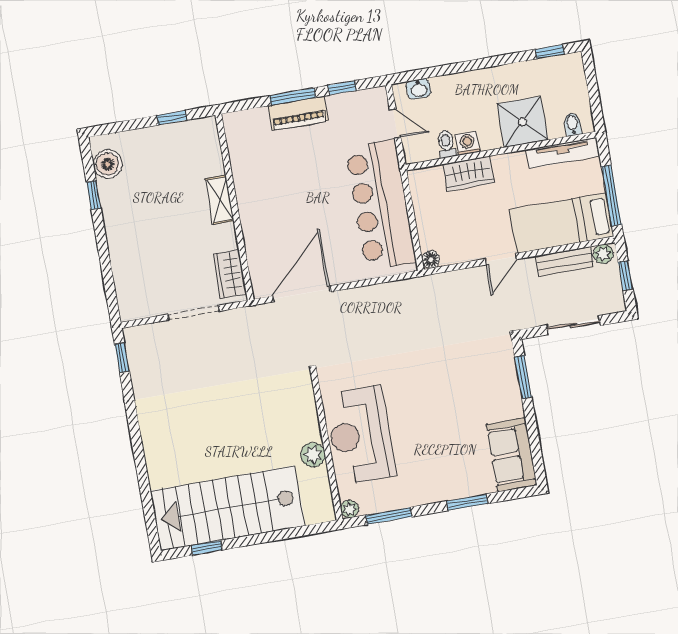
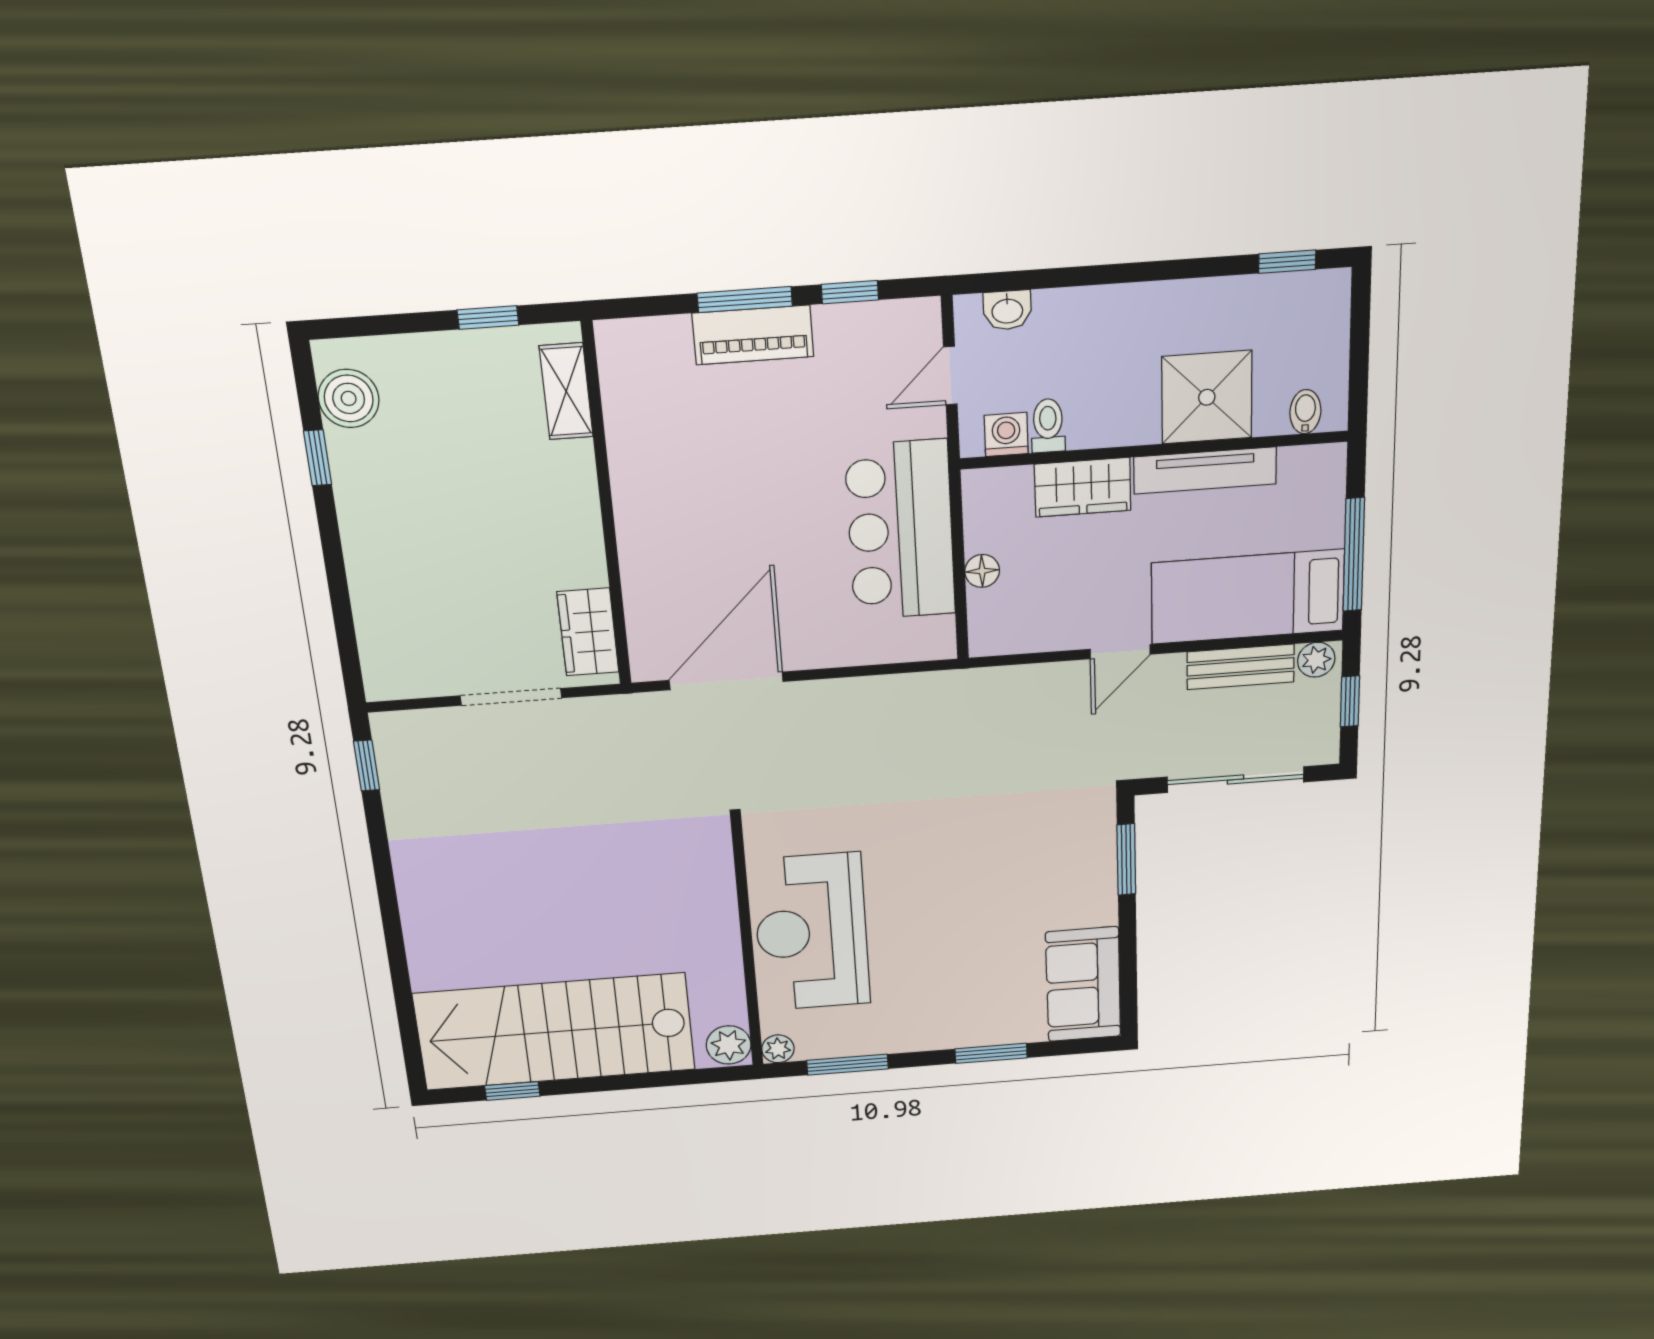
door: (395, 124) -> (950, 376), swing flipped
washing machine: (467, 143) -> (1006, 434), moved
tv unit: (563, 153) -> (1205, 470), moved
shelving: (220, 200) -> (566, 391), moved
bar counter: (381, 205) -> (900, 530), width x0.73
floor lamp: (431, 260) -> (982, 571), moved
sliding door: (573, 325) -> (1236, 780), width x1.37
plant: (313, 455) -> (729, 1045), moved

